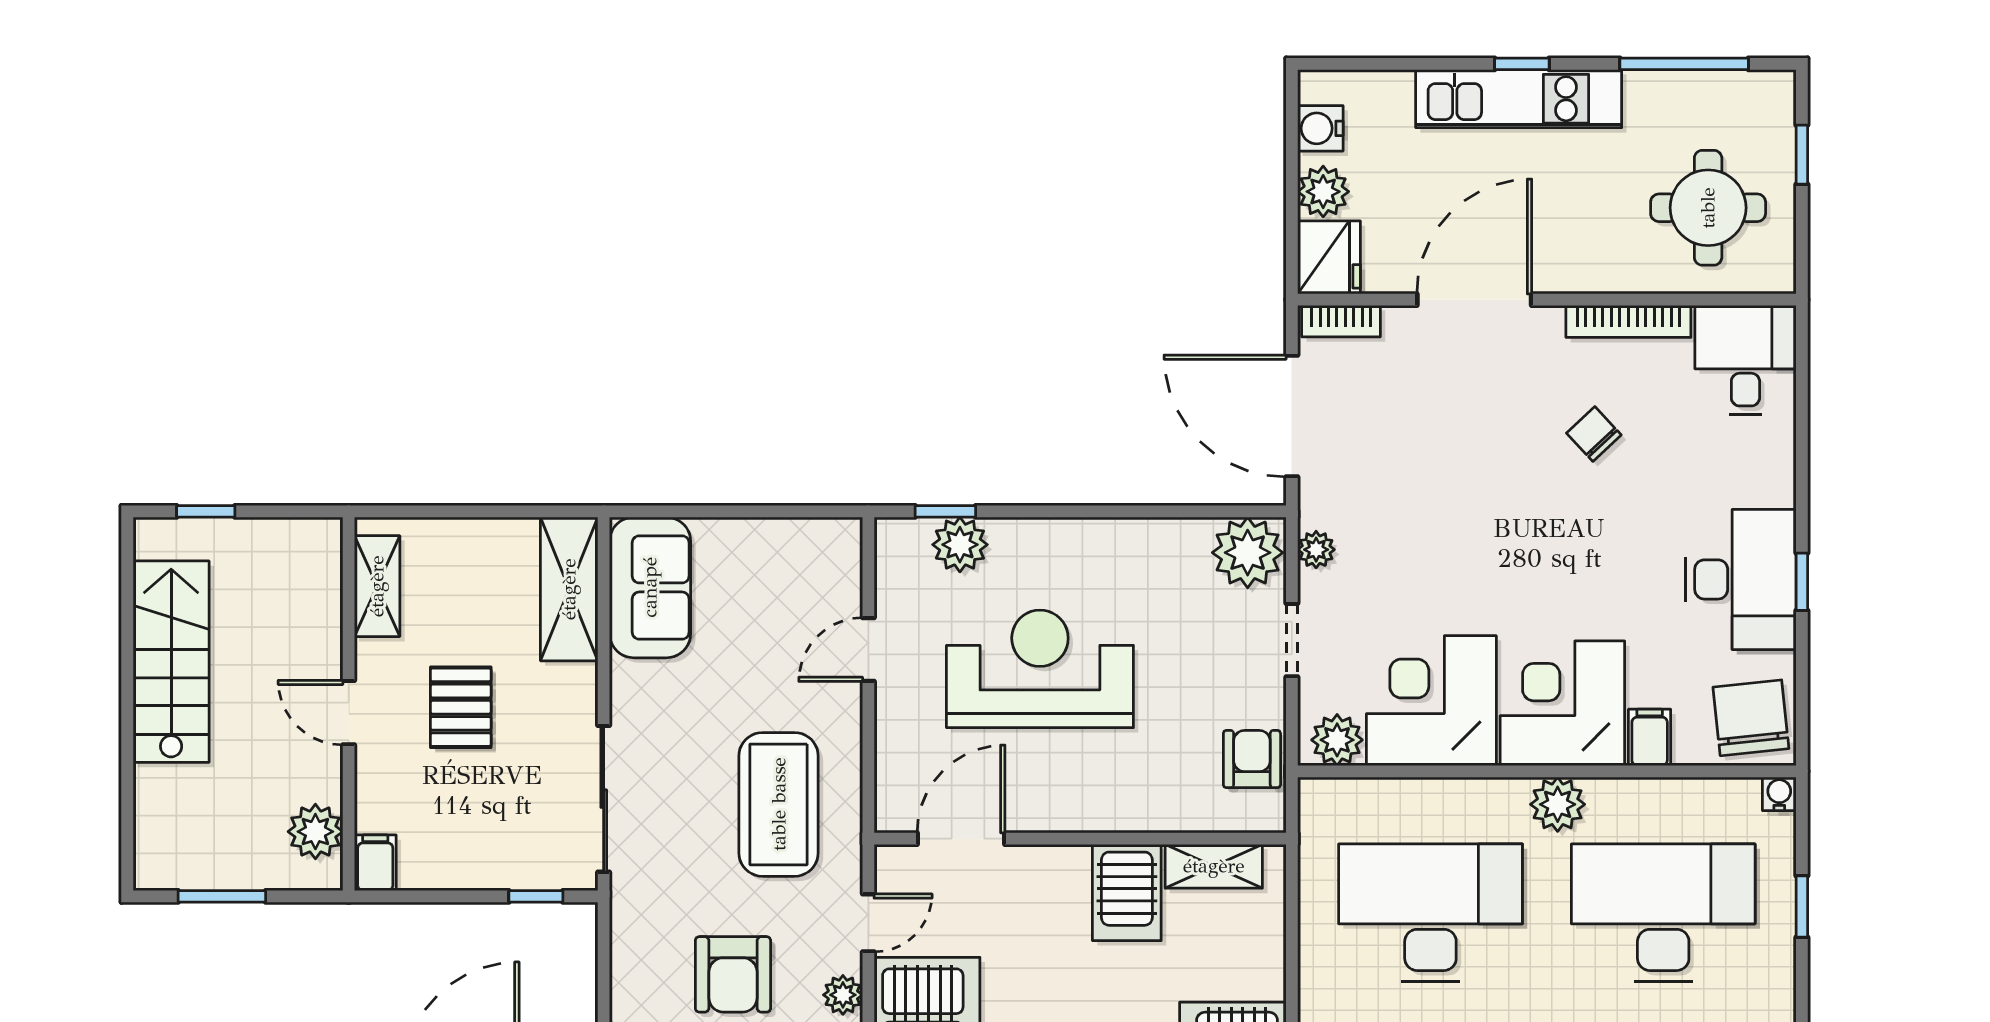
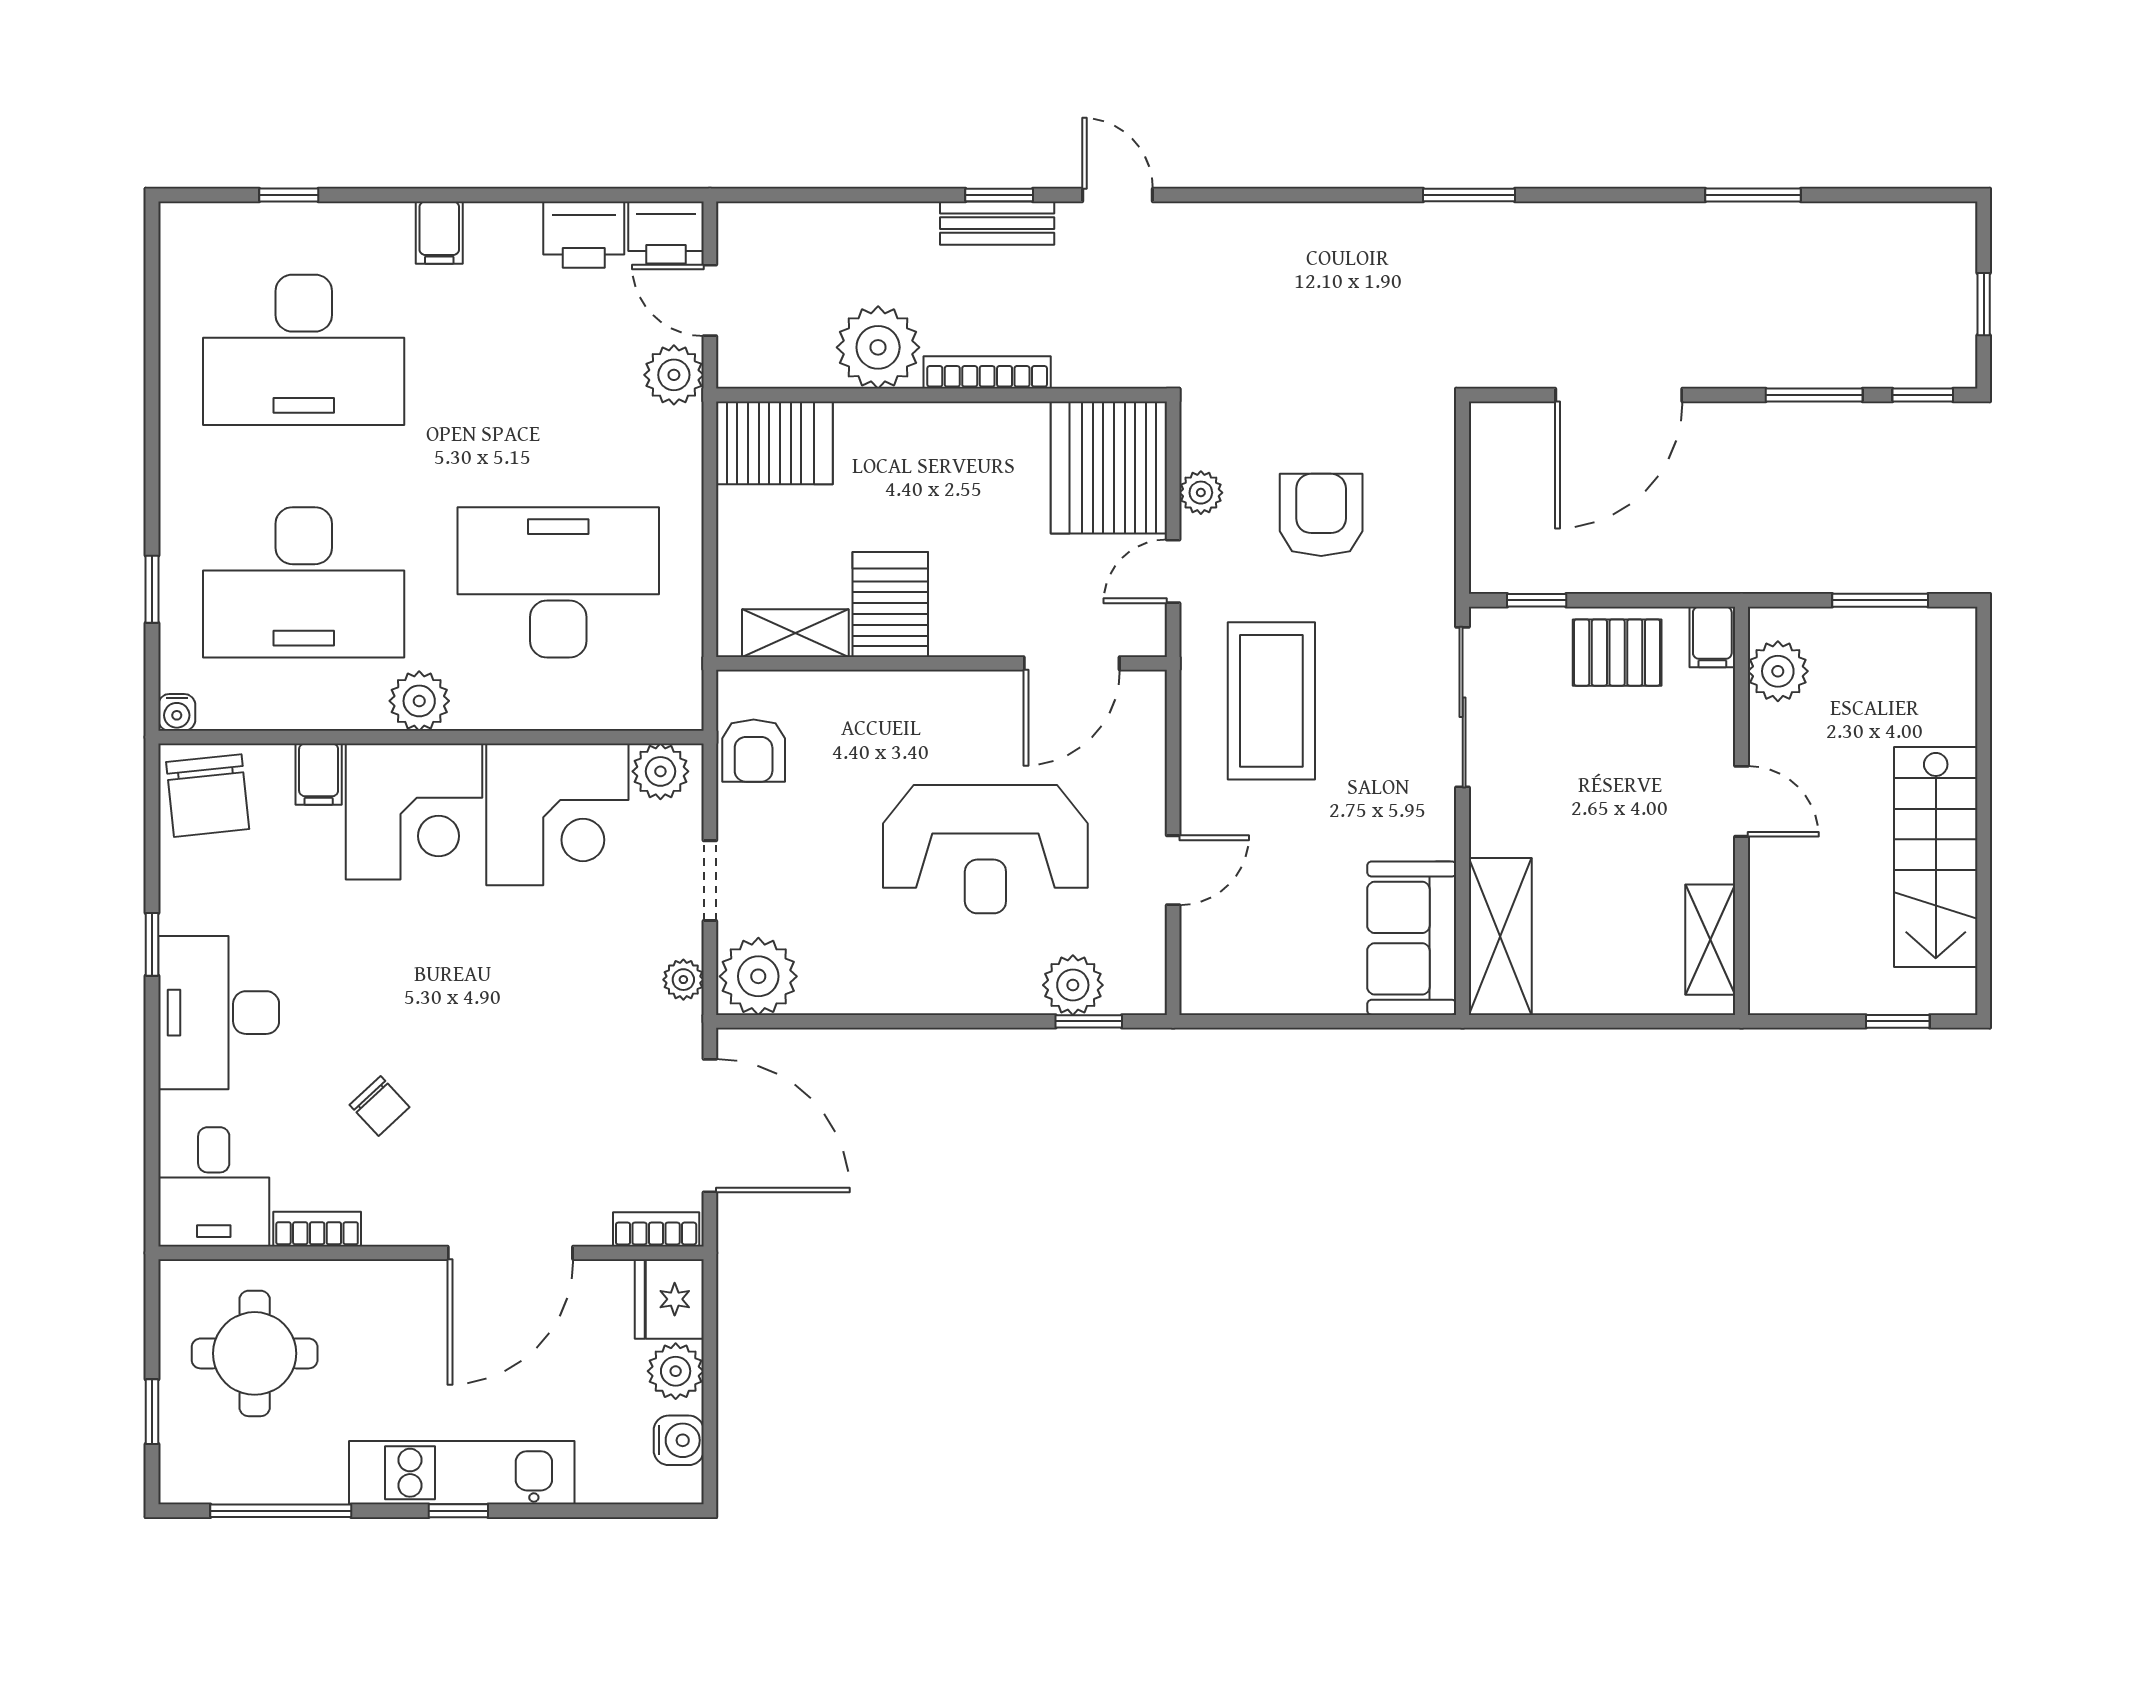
bookcase: (1628, 321) -> (317, 1229), width x0.64
desk: (1741, 579) -> (219, 1013), moved
pallet: (461, 707) -> (1617, 653), moved, turned 90
desk: (1430, 913) -> (558, 582), turned 180

